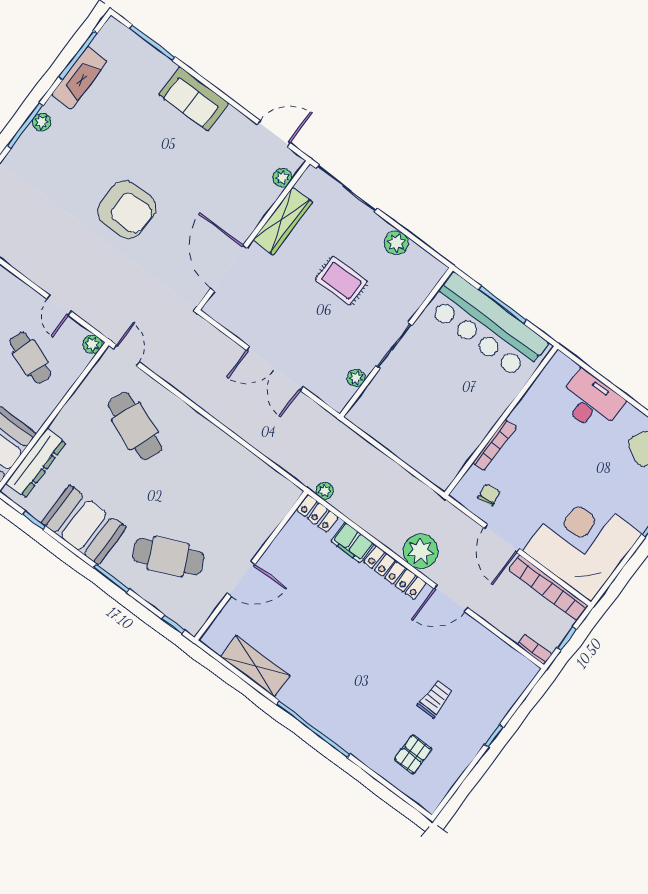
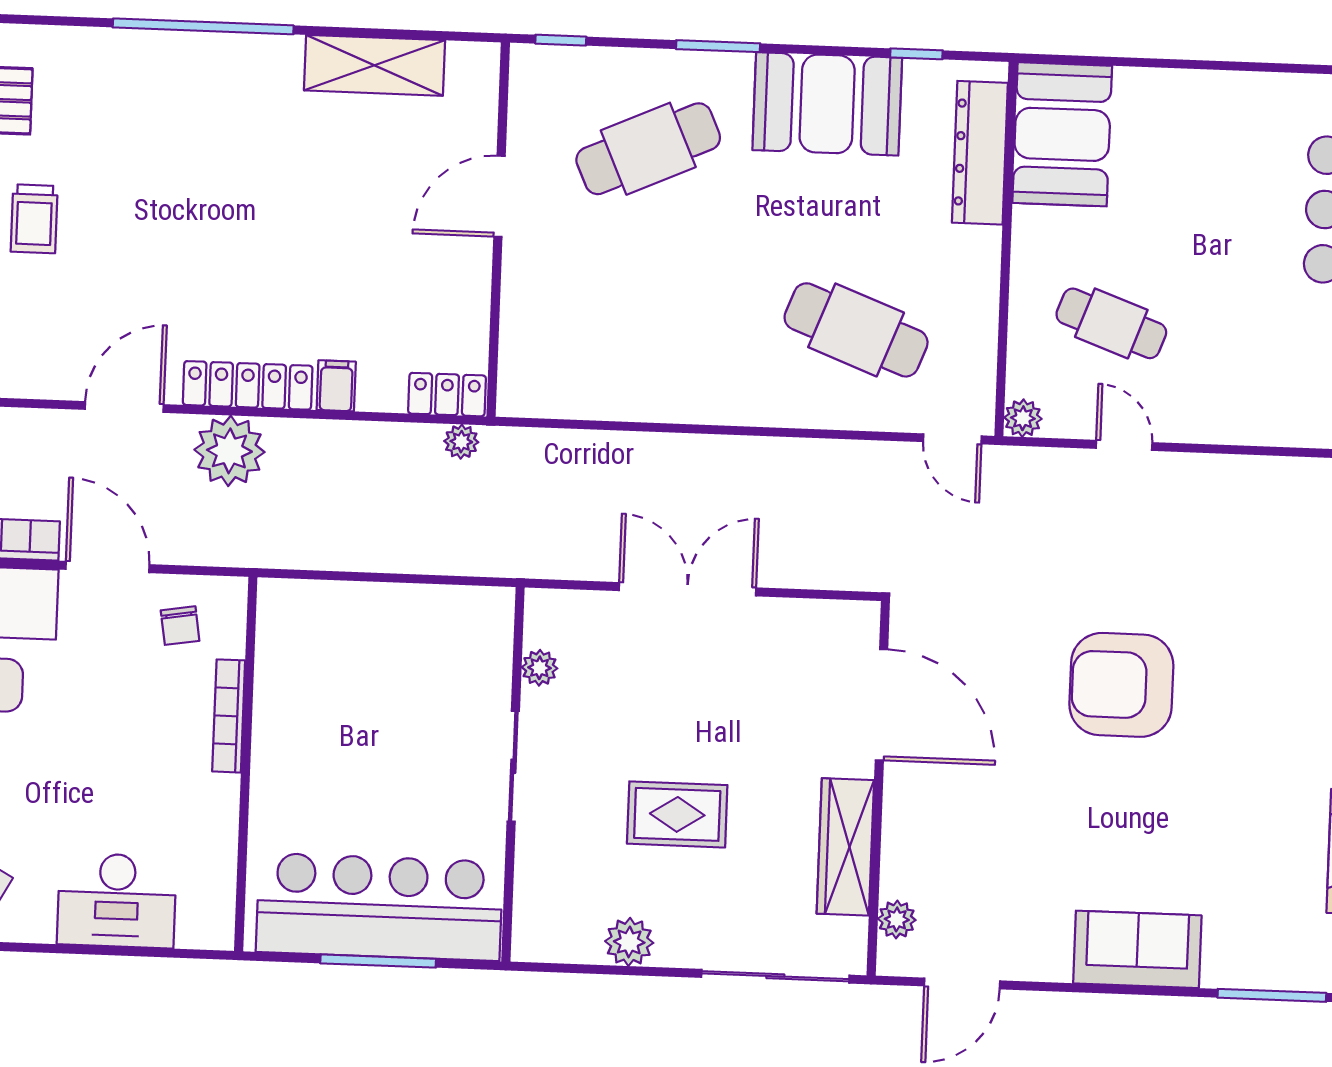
filing cabinet: (352, 542) -> (336, 386), width x0.50

